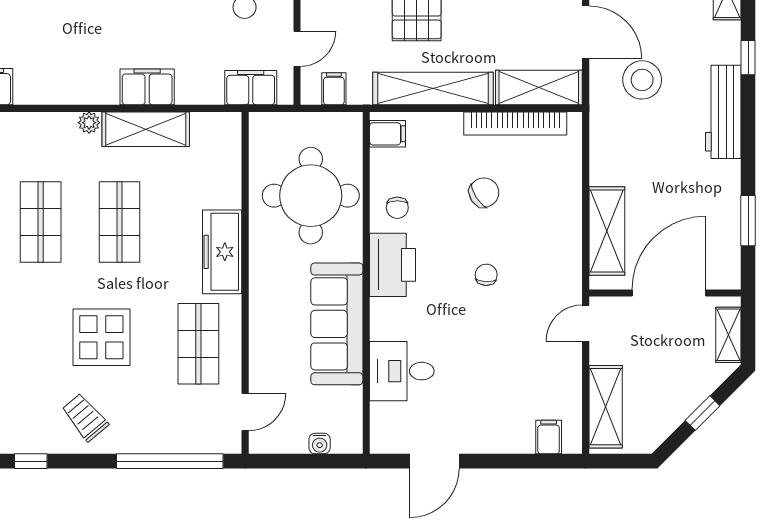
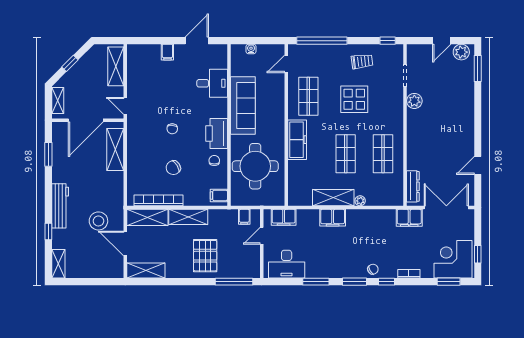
shelving: (433, 88) -> (188, 217), width x0.68
door: (586, 323) -> (125, 106), swing flipped
trolley: (85, 417) -> (362, 61), turned -57
filing cabinet: (549, 437) -> (167, 52), moved

